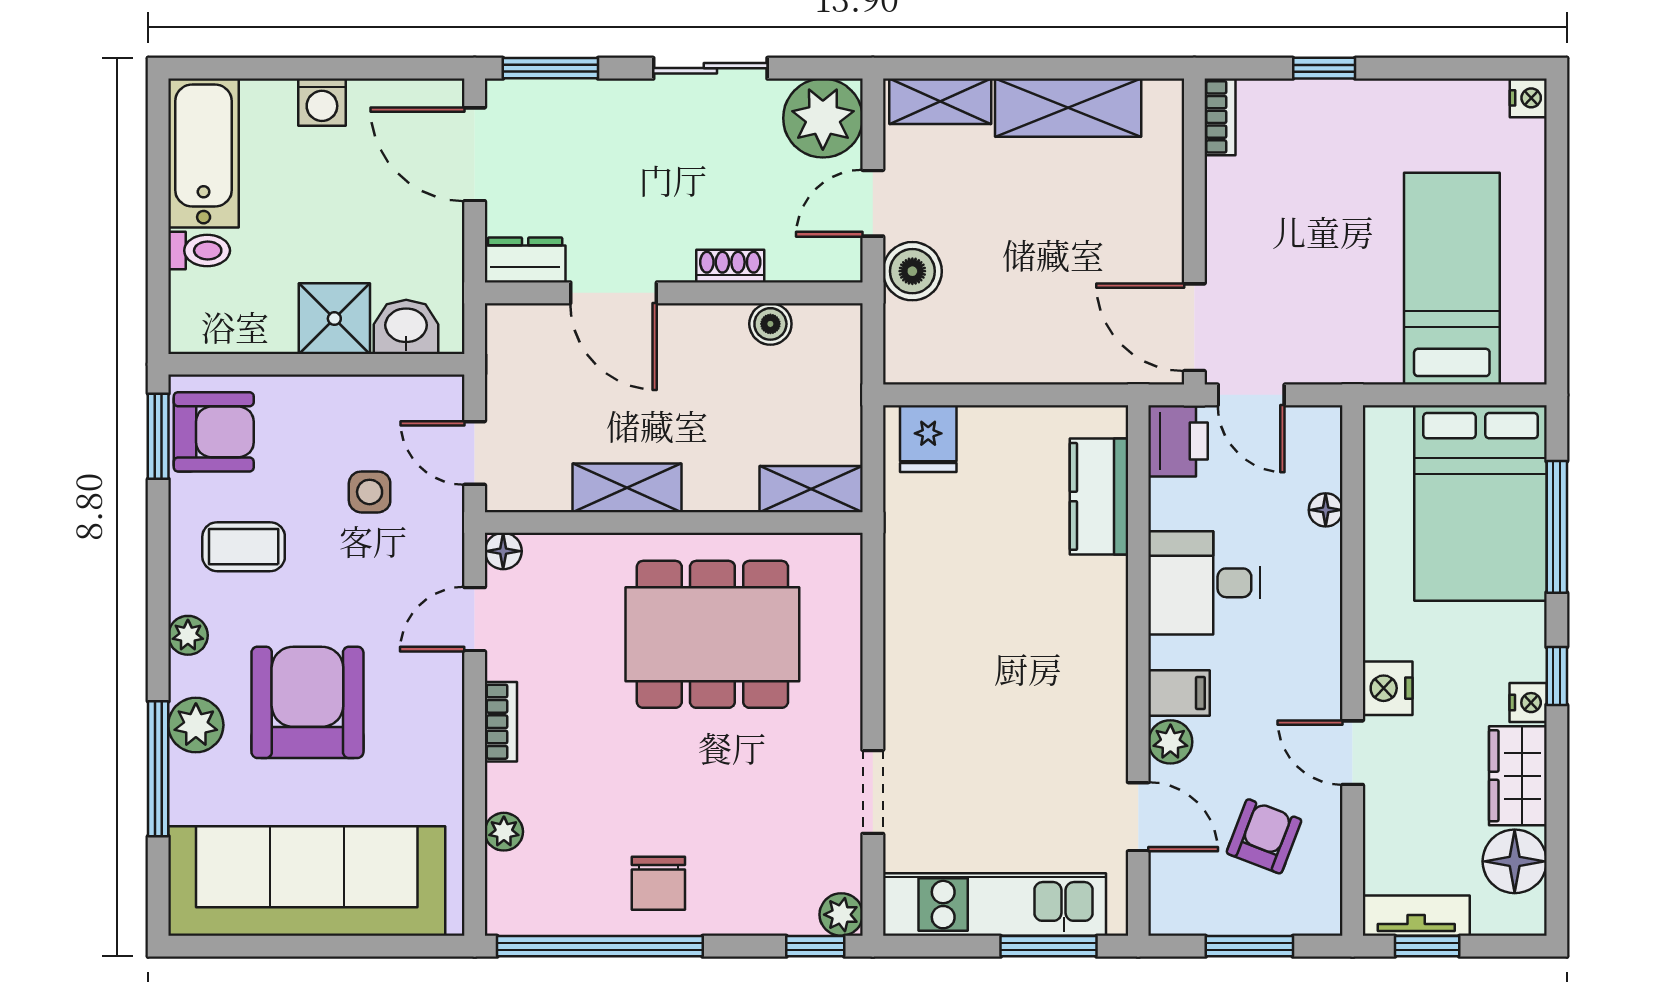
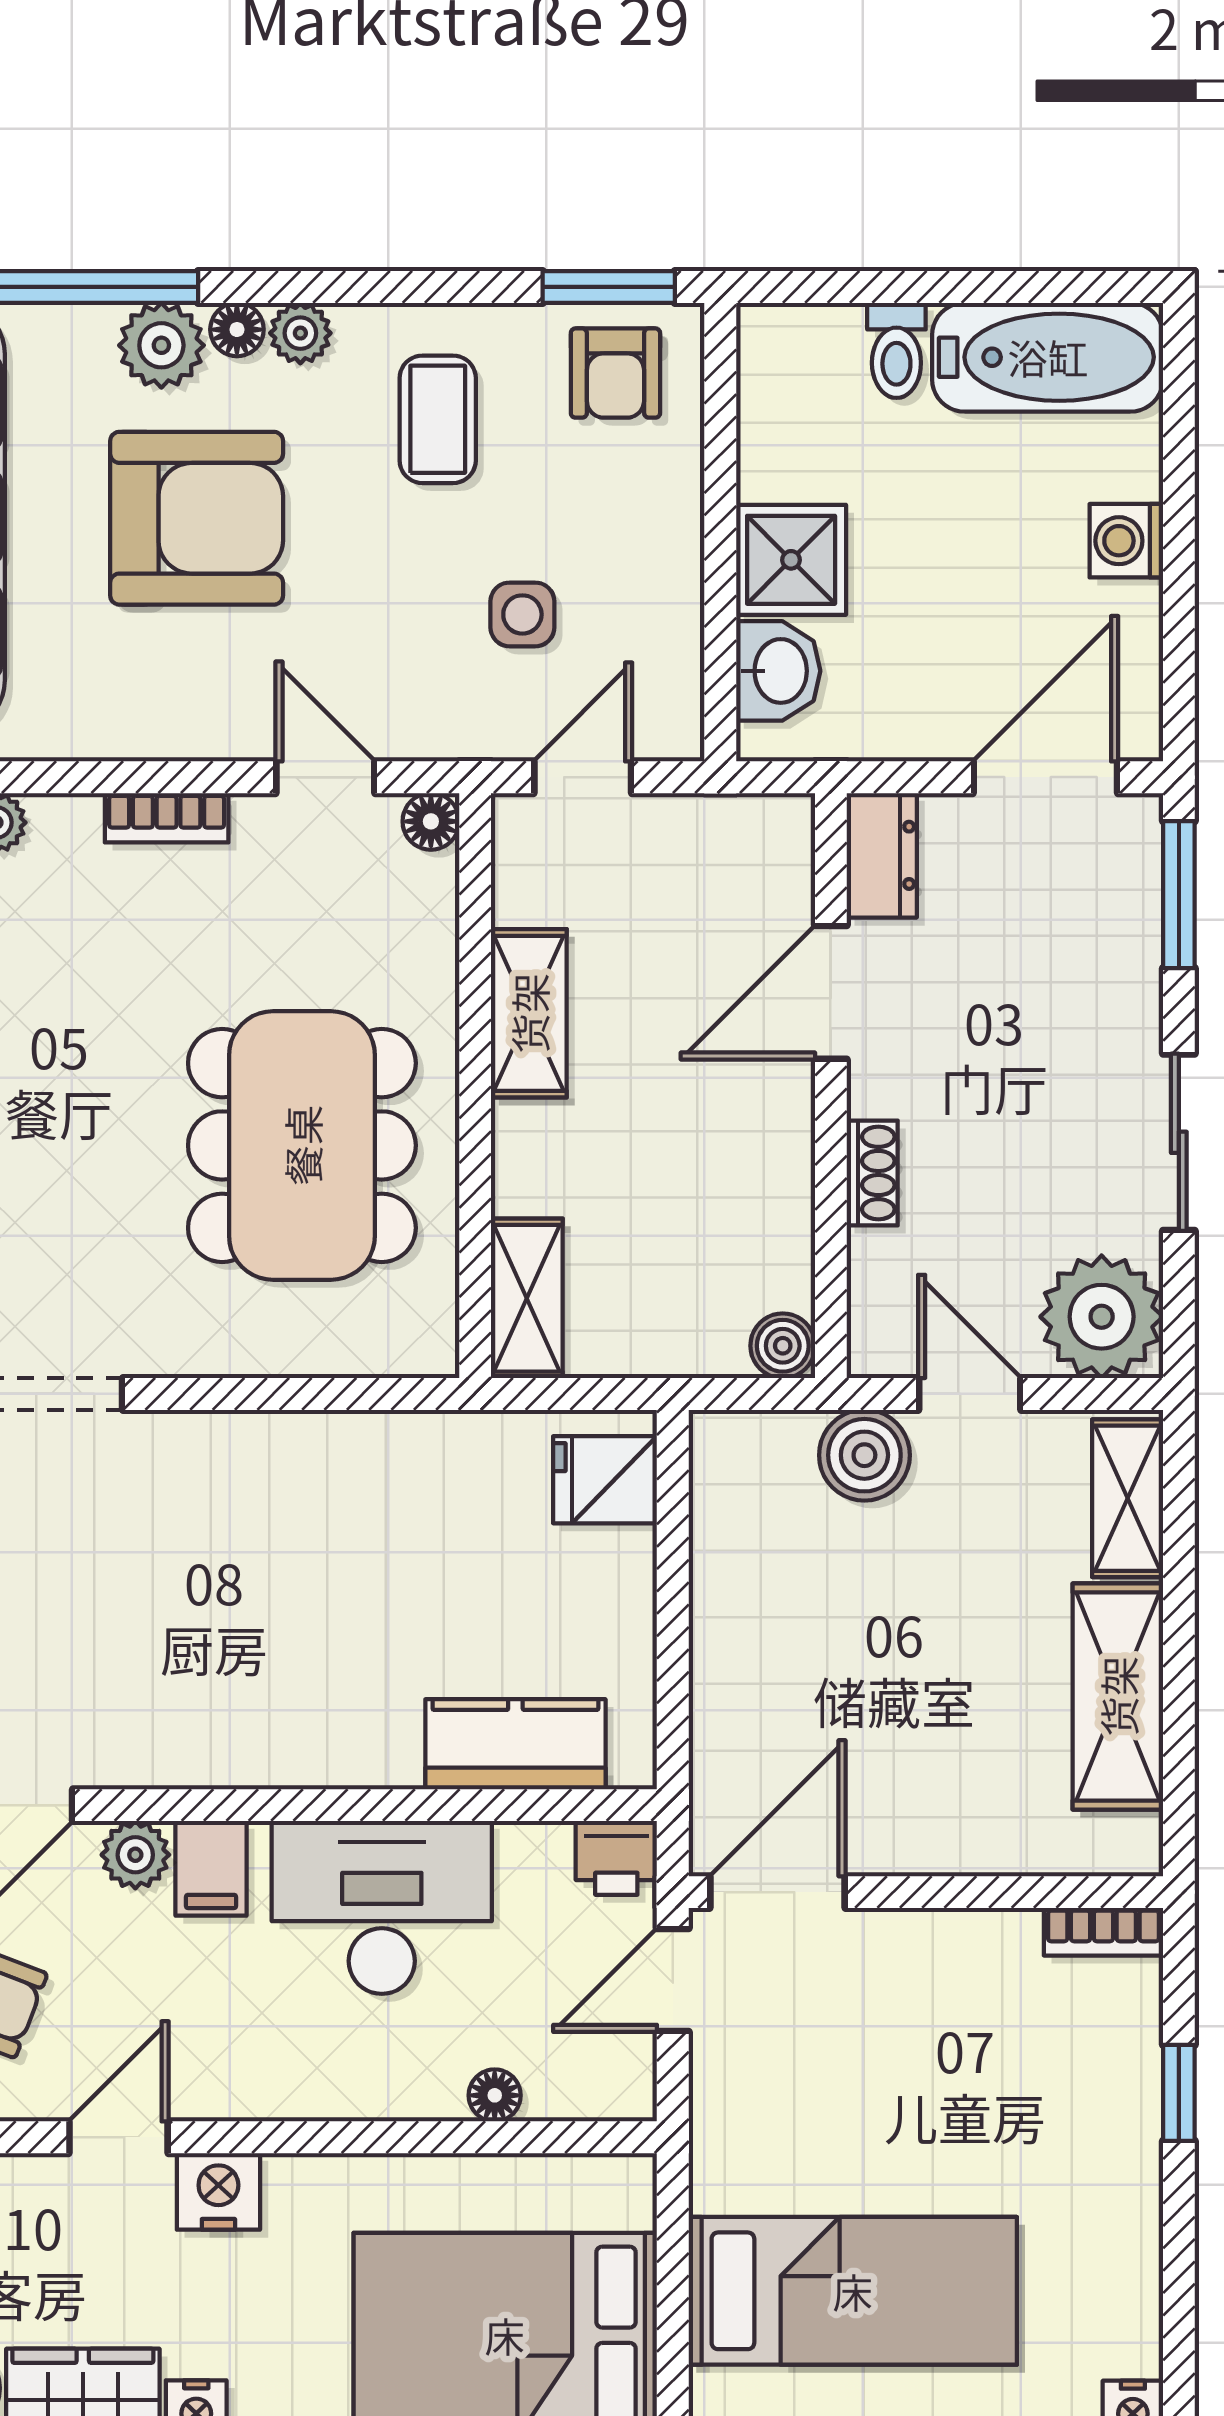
boiler: (770, 324) -> (783, 1346), moved
armchair: (214, 432) -> (615, 373), width x0.72, depth x0.72
printer: (1178, 441) -> (616, 1858), width x0.73, depth x0.81
desk: (1204, 583) -> (382, 1907), width x1.37
floor lamp: (186, 676) -> (237, 330), added

